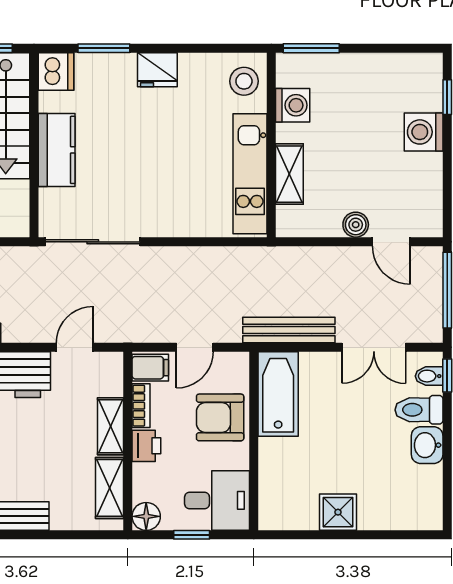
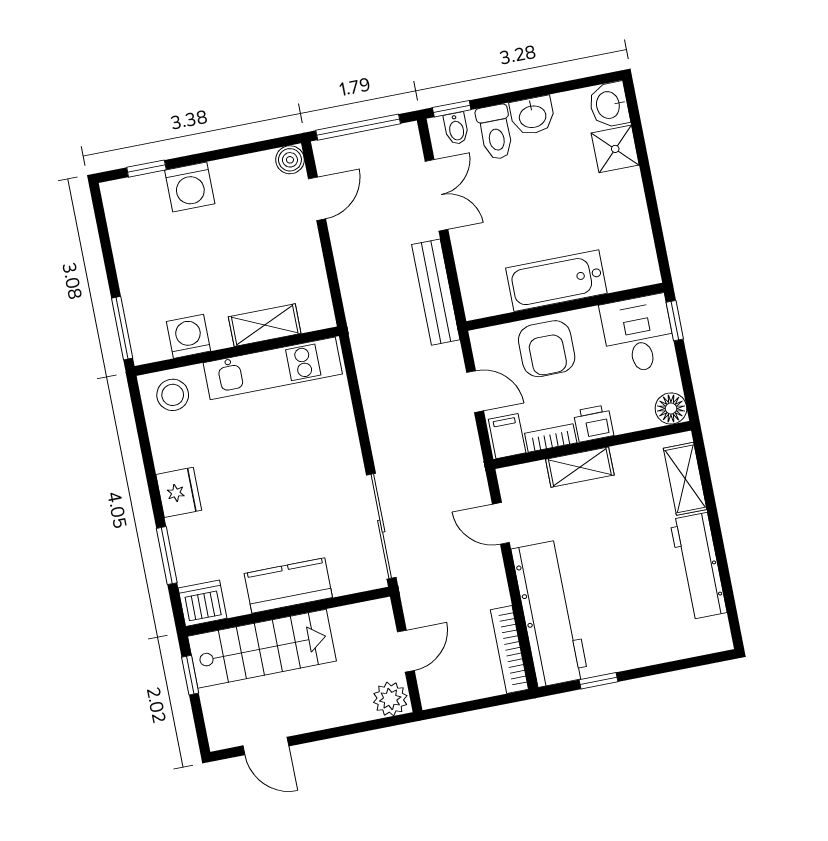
boiler: (356, 225) -> (290, 160), moved
bathtub: (278, 394) -> (556, 281), moved
shelving: (110, 488) -> (685, 479), moved, turned 90
shower: (338, 512) -> (615, 149), moved
washbasin: (423, 514) -> (609, 105), added
window: (192, 535) -> (675, 321), moved

